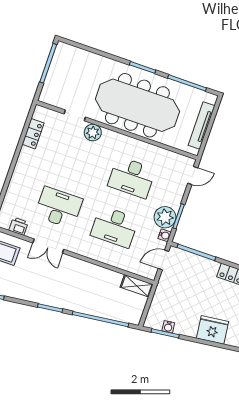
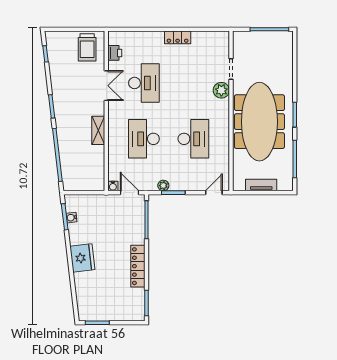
tv unit: (202, 125) -> (261, 185), width x0.71
locker: (33, 134) -> (178, 37), moved
door: (193, 175) -> (214, 193), swing flipped
desk: (132, 177) -> (193, 139), turned 180
plant: (165, 217) -> (163, 186), width x0.53, depth x0.53
water cooler: (165, 235) -> (113, 186), moved
double door: (48, 246) -> (106, 86), swing flipped
shelving: (137, 286) -> (98, 130), moved

